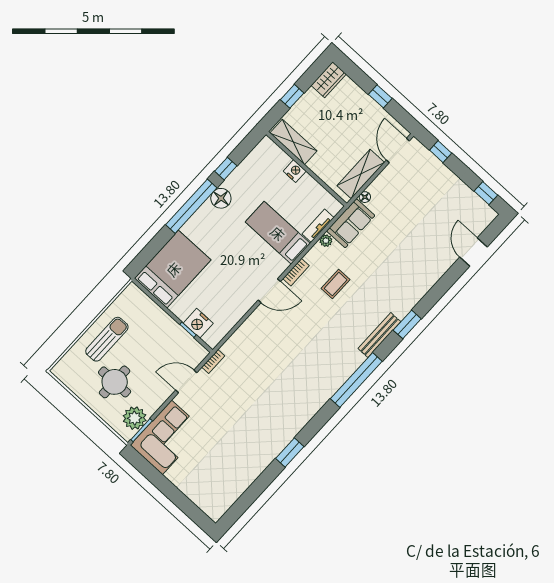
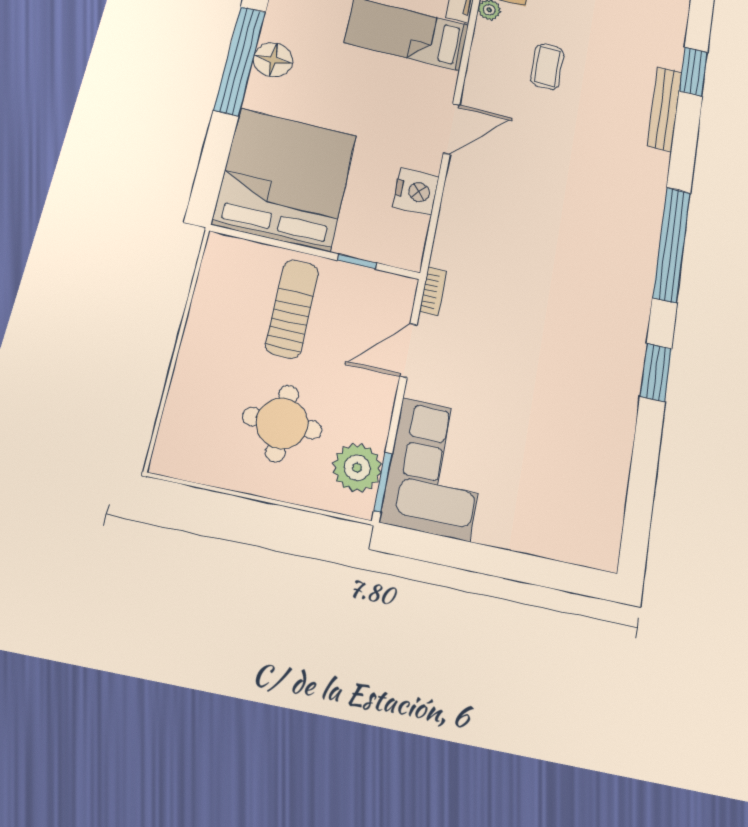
floor lamp: (221, 198) -> (273, 60), moved
bed: (173, 269) -> (285, 179), width x1.36
bookcase: (296, 272) -> (475, 79), removed
nightstand: (198, 323) -> (416, 191), moved, turned -90
sun lounger: (107, 339) -> (292, 309), moved
window: (356, 380) -> (672, 245), moved

